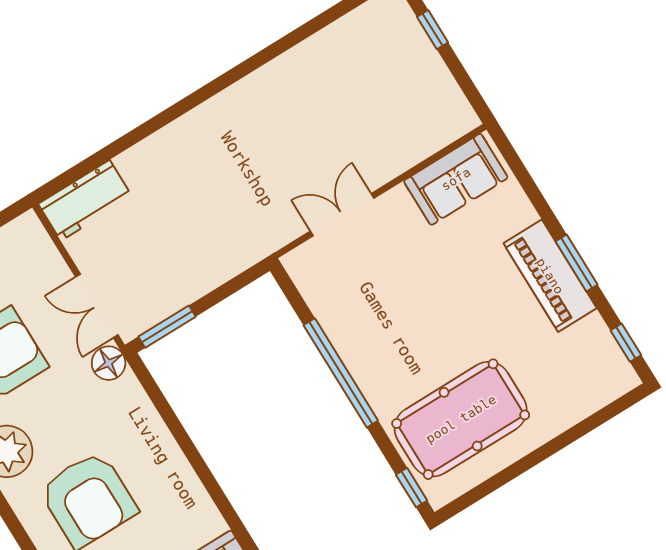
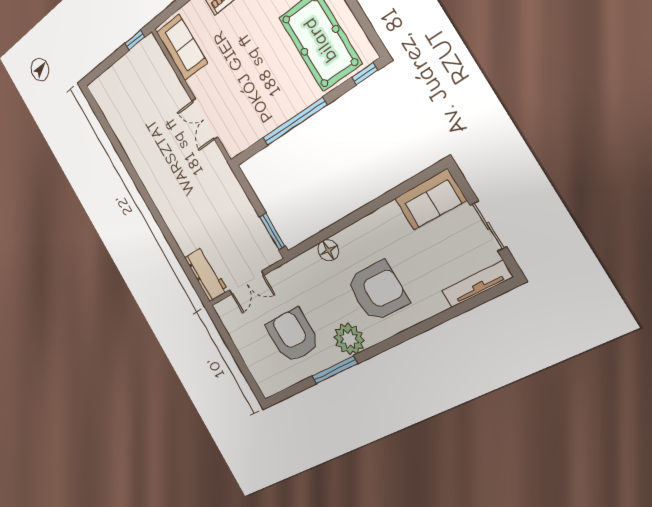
window: (433, 30) -> (135, 40), moved
double door: (97, 306) -> (247, 283), moved
floor lamp: (109, 363) -> (328, 250), moved

